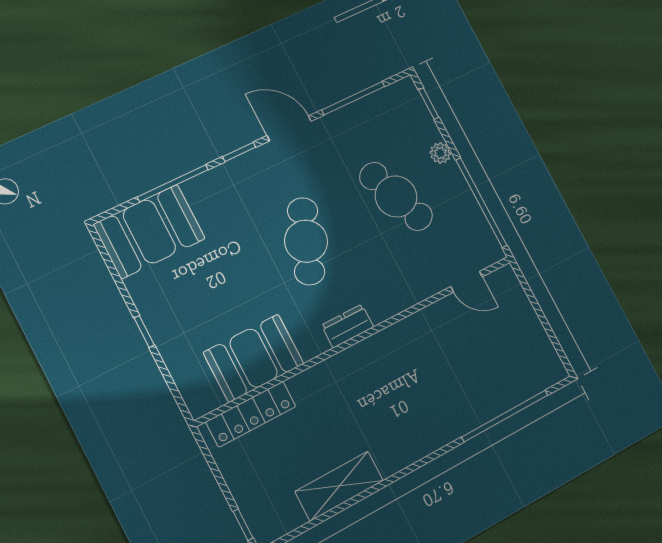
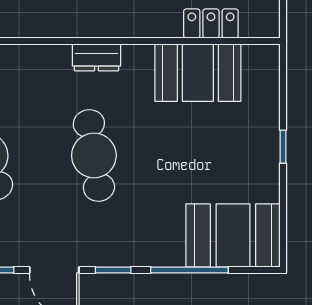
cafe table: (306, 241) -> (94, 155), turned -30
locker: (251, 414) -> (211, 24), width x0.66

